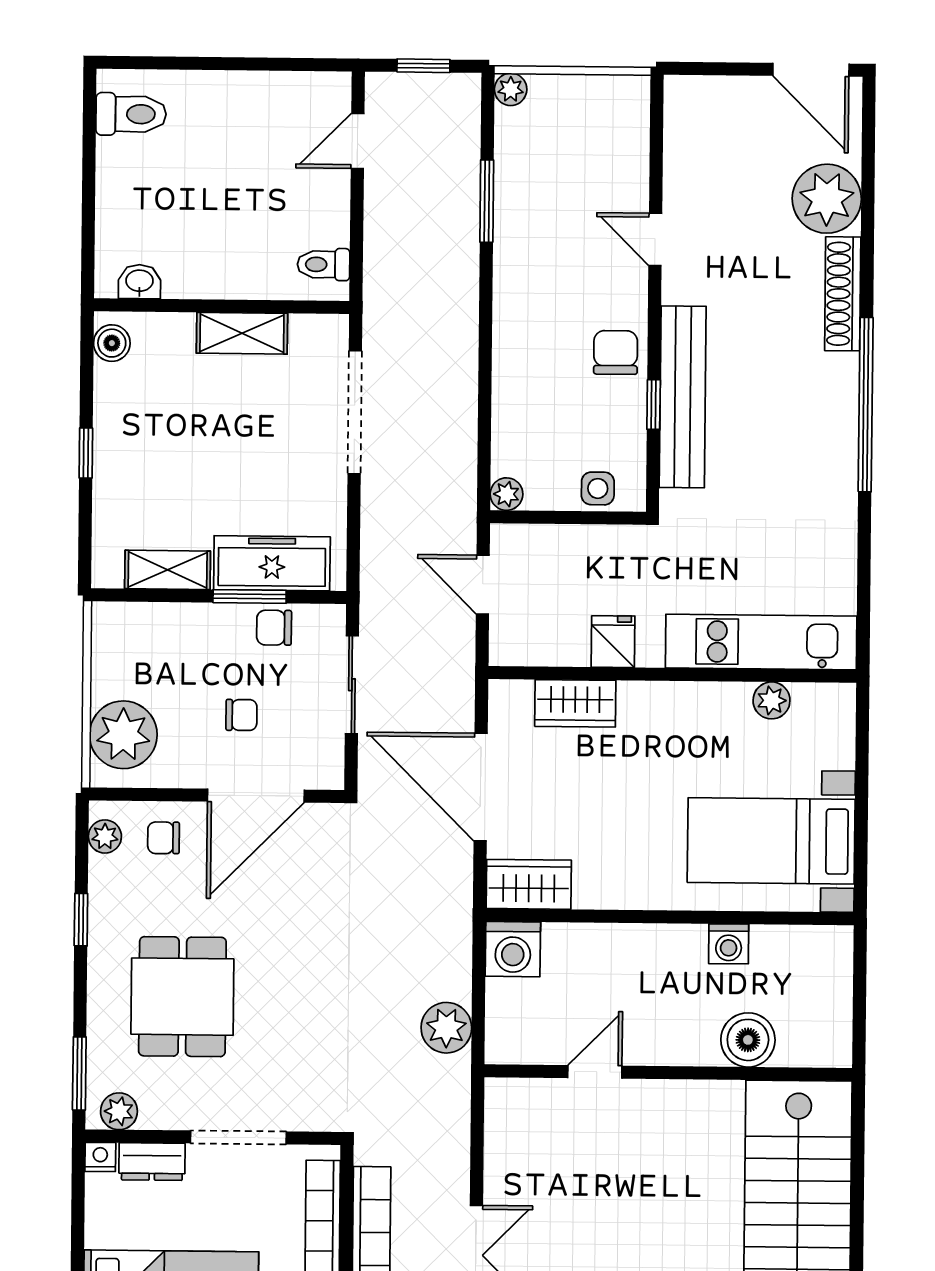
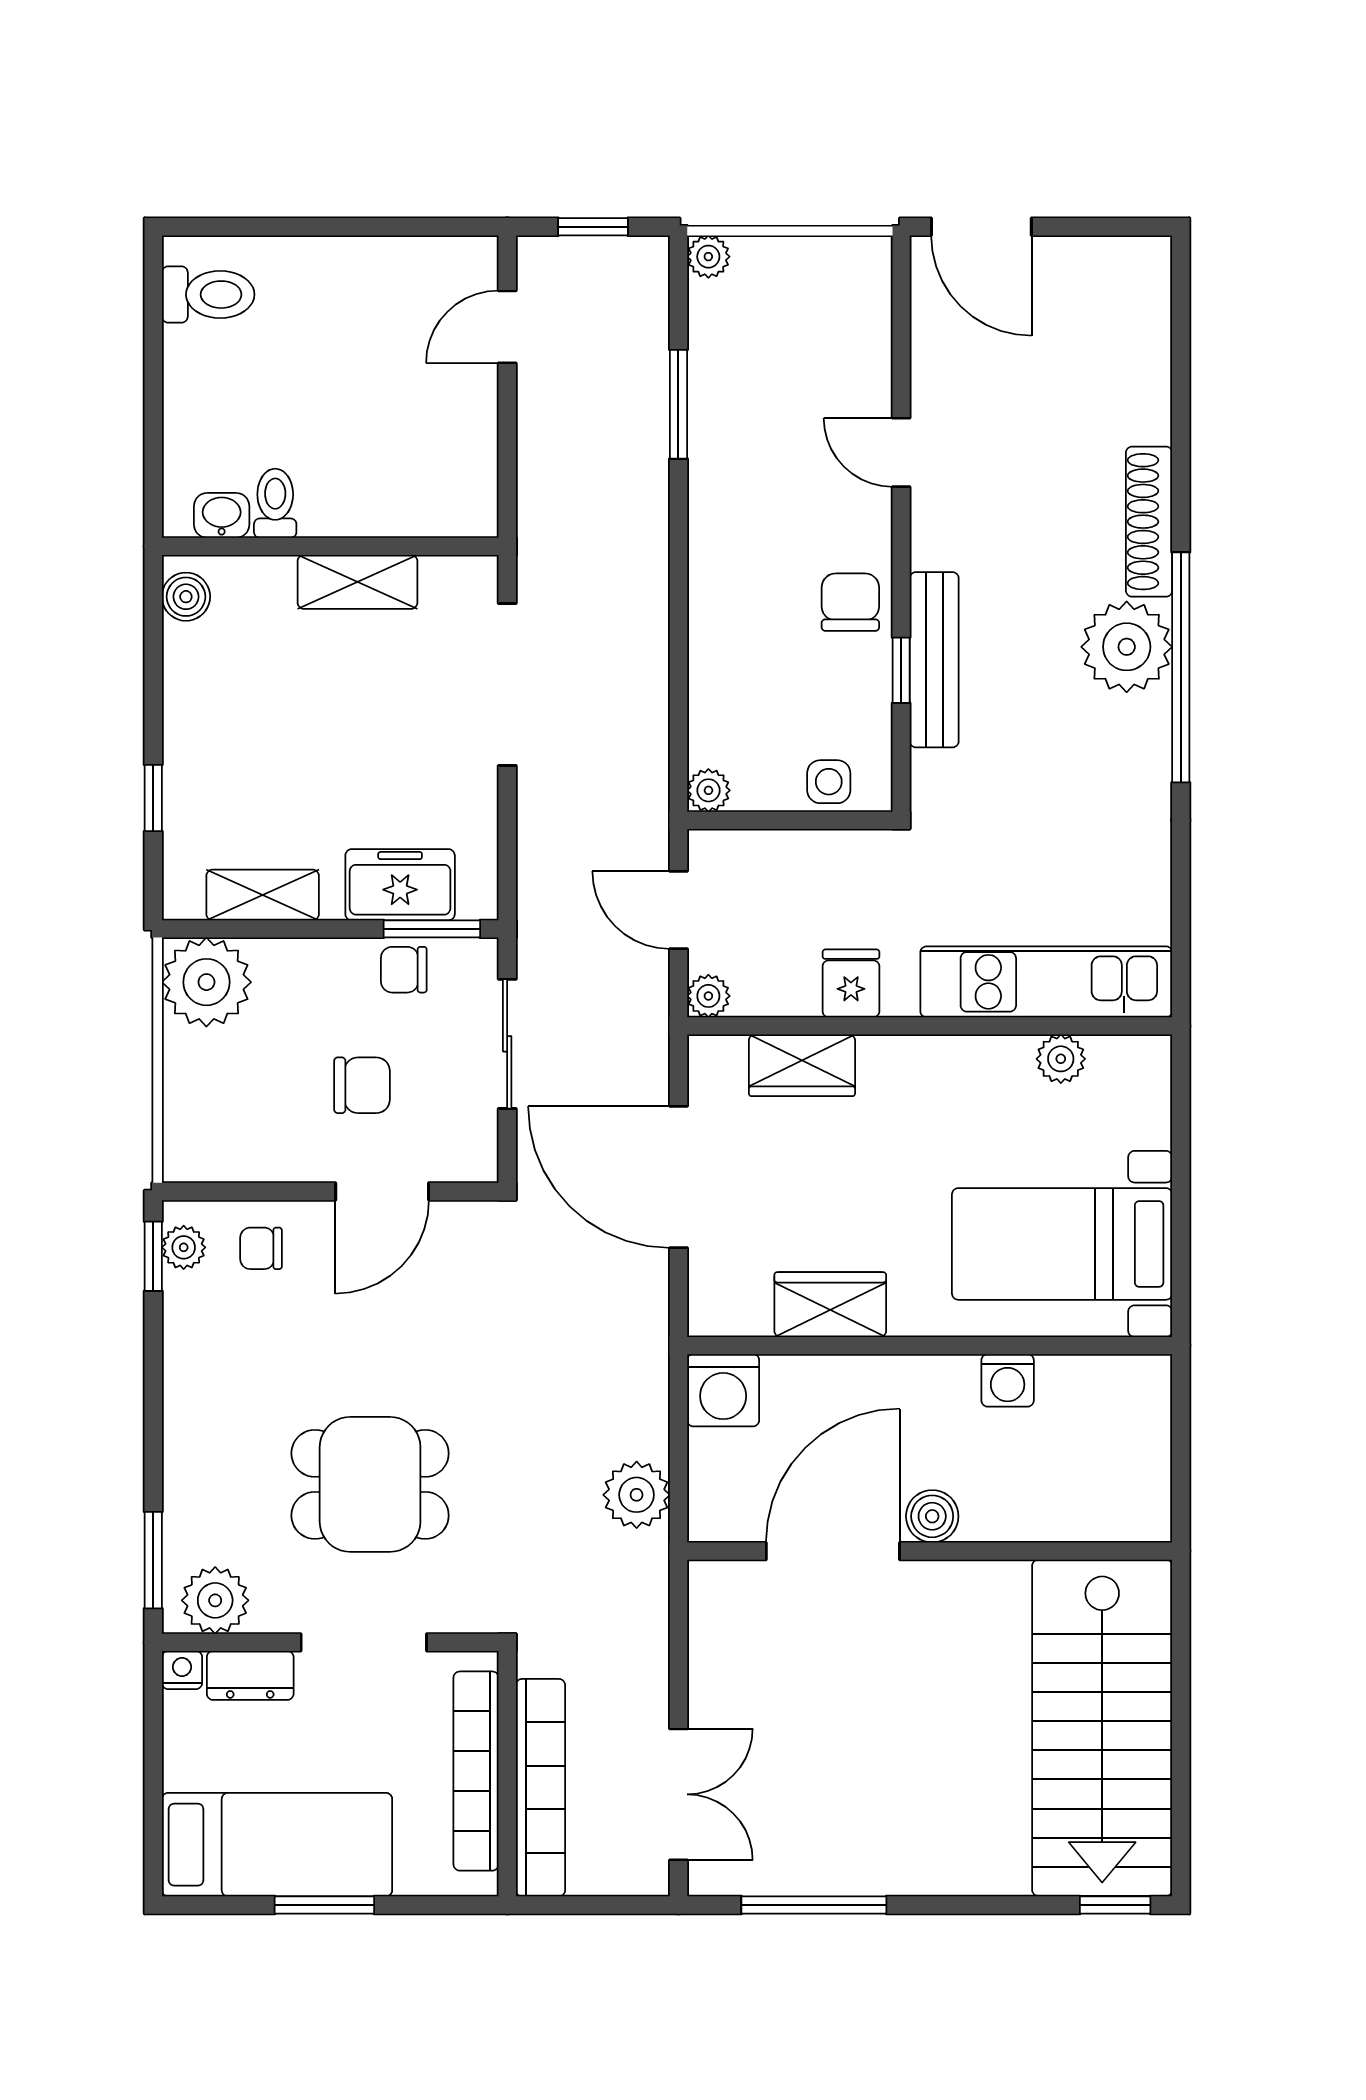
door: (811, 70) -> (981, 227), moved
plant: (827, 199) -> (1127, 647), moved
toilet: (324, 264) -> (275, 503), moved, turned 90
bench: (683, 397) -> (934, 660), width x0.73, depth x0.82
window: (86, 453) -> (153, 798), moved
freezer: (272, 563) -> (400, 885), width x0.71
window: (250, 596) -> (432, 929), moved
plant: (505, 650) -> (708, 996), added
chair: (241, 715) -> (362, 1085), width x1.37, depth x1.37
plant: (123, 735) -> (206, 982), moved
door: (256, 796) -> (382, 1191), width x0.73
wardrobe: (529, 884) -> (830, 1305), moved
window: (81, 920) -> (153, 1256), moved
dining table: (182, 997) -> (370, 1484), moved, turned 90
boiler: (748, 1040) -> (932, 1516), moved, width x0.73, depth x0.73
door: (595, 1072) -> (833, 1551), width x1.87
plant: (119, 1111) -> (215, 1600), width x1.38, depth x1.38

